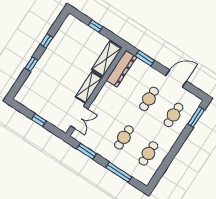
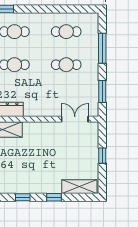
shelving: (89, 87) -> (79, 187), moved

